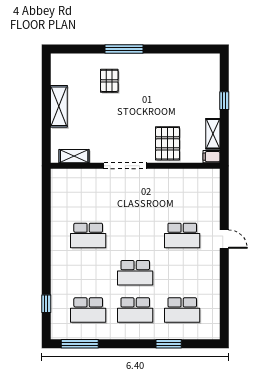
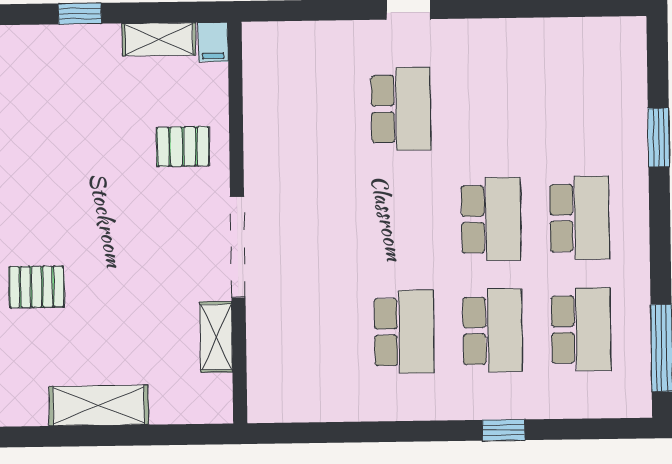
pallet: (168, 143) -> (183, 147), width x0.67, depth x0.71
shelving: (74, 156) -> (216, 337), moved
window: (46, 304) -> (504, 430), moved
school desk: (182, 310) -> (493, 331), moved

